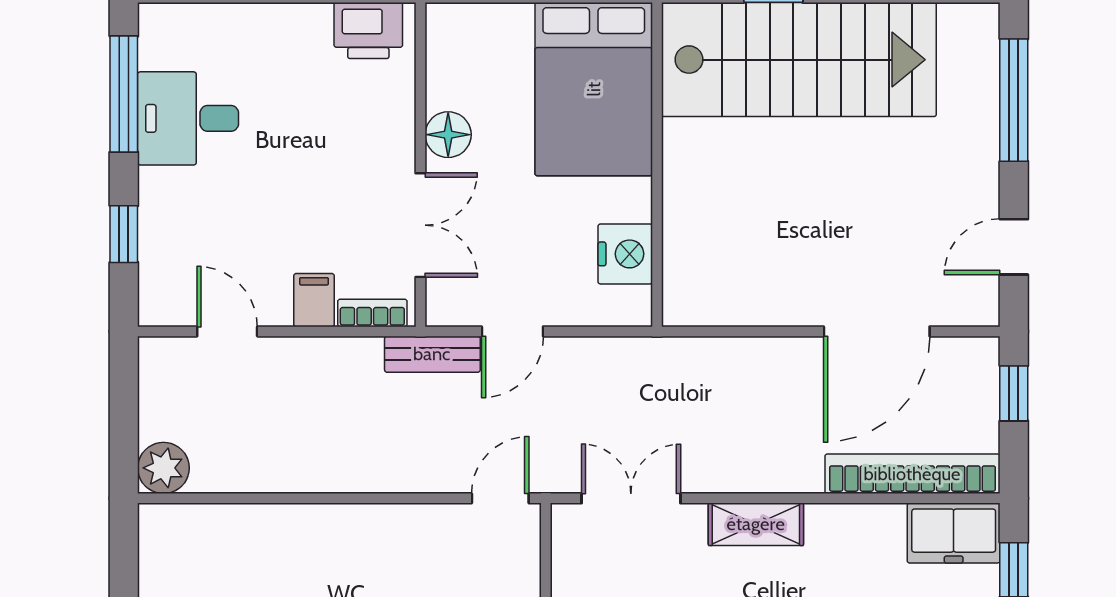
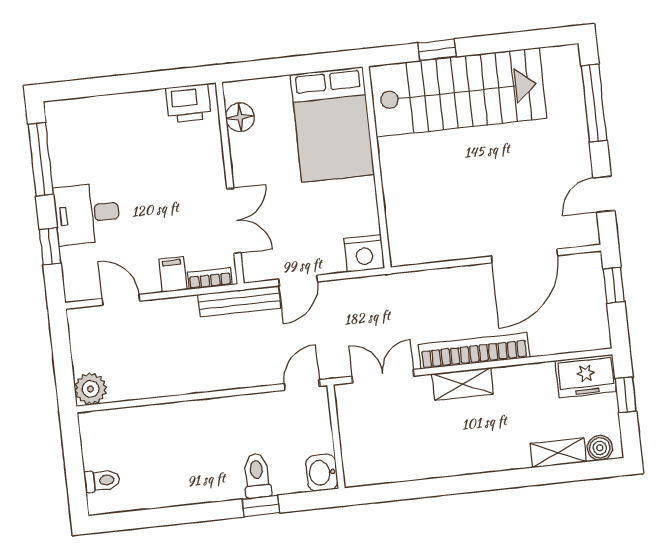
desk: (188, 118) -> (87, 214), moved
floor lamp: (448, 135) -> (240, 117), moved
nightstand: (625, 254) -> (364, 253), moved, turned 90
bench: (432, 354) -> (239, 301), width x1.36
bookcase: (912, 474) -> (474, 351), moved

